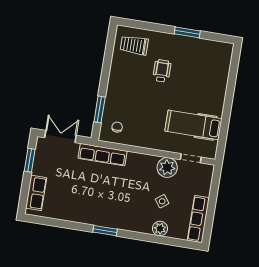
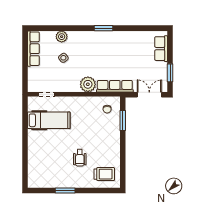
double door: (60, 137) -> (149, 95), swing flipped
plant: (167, 167) -> (88, 84), moved

